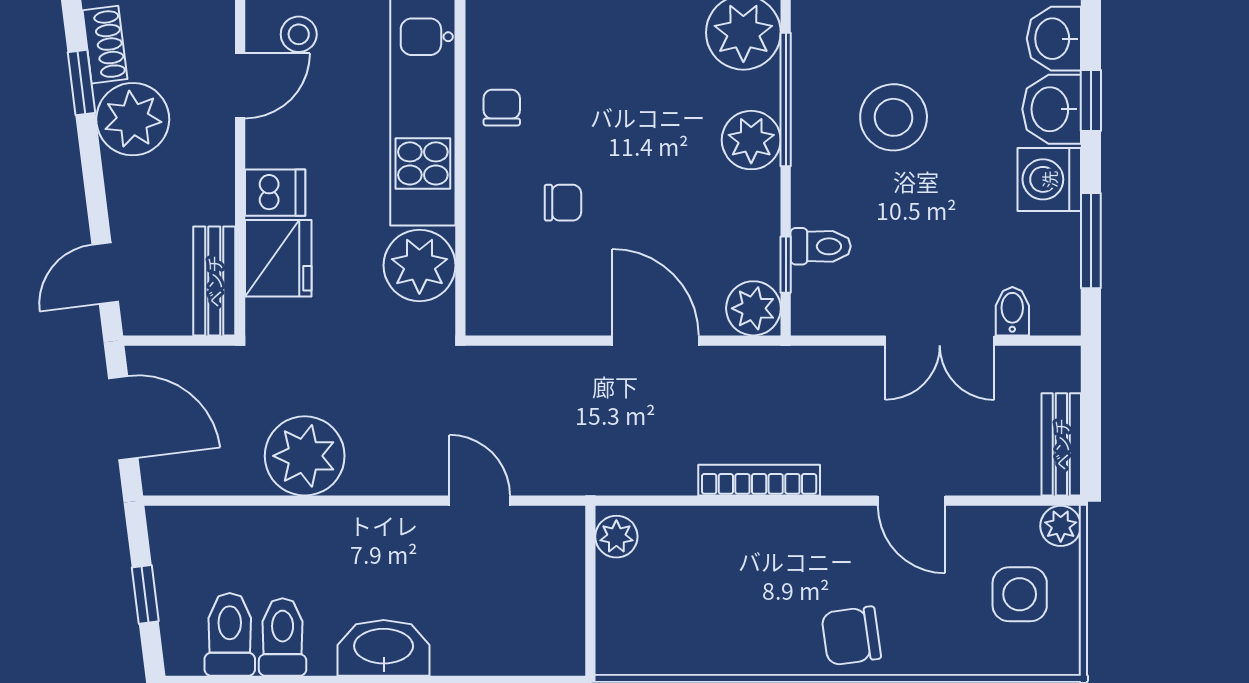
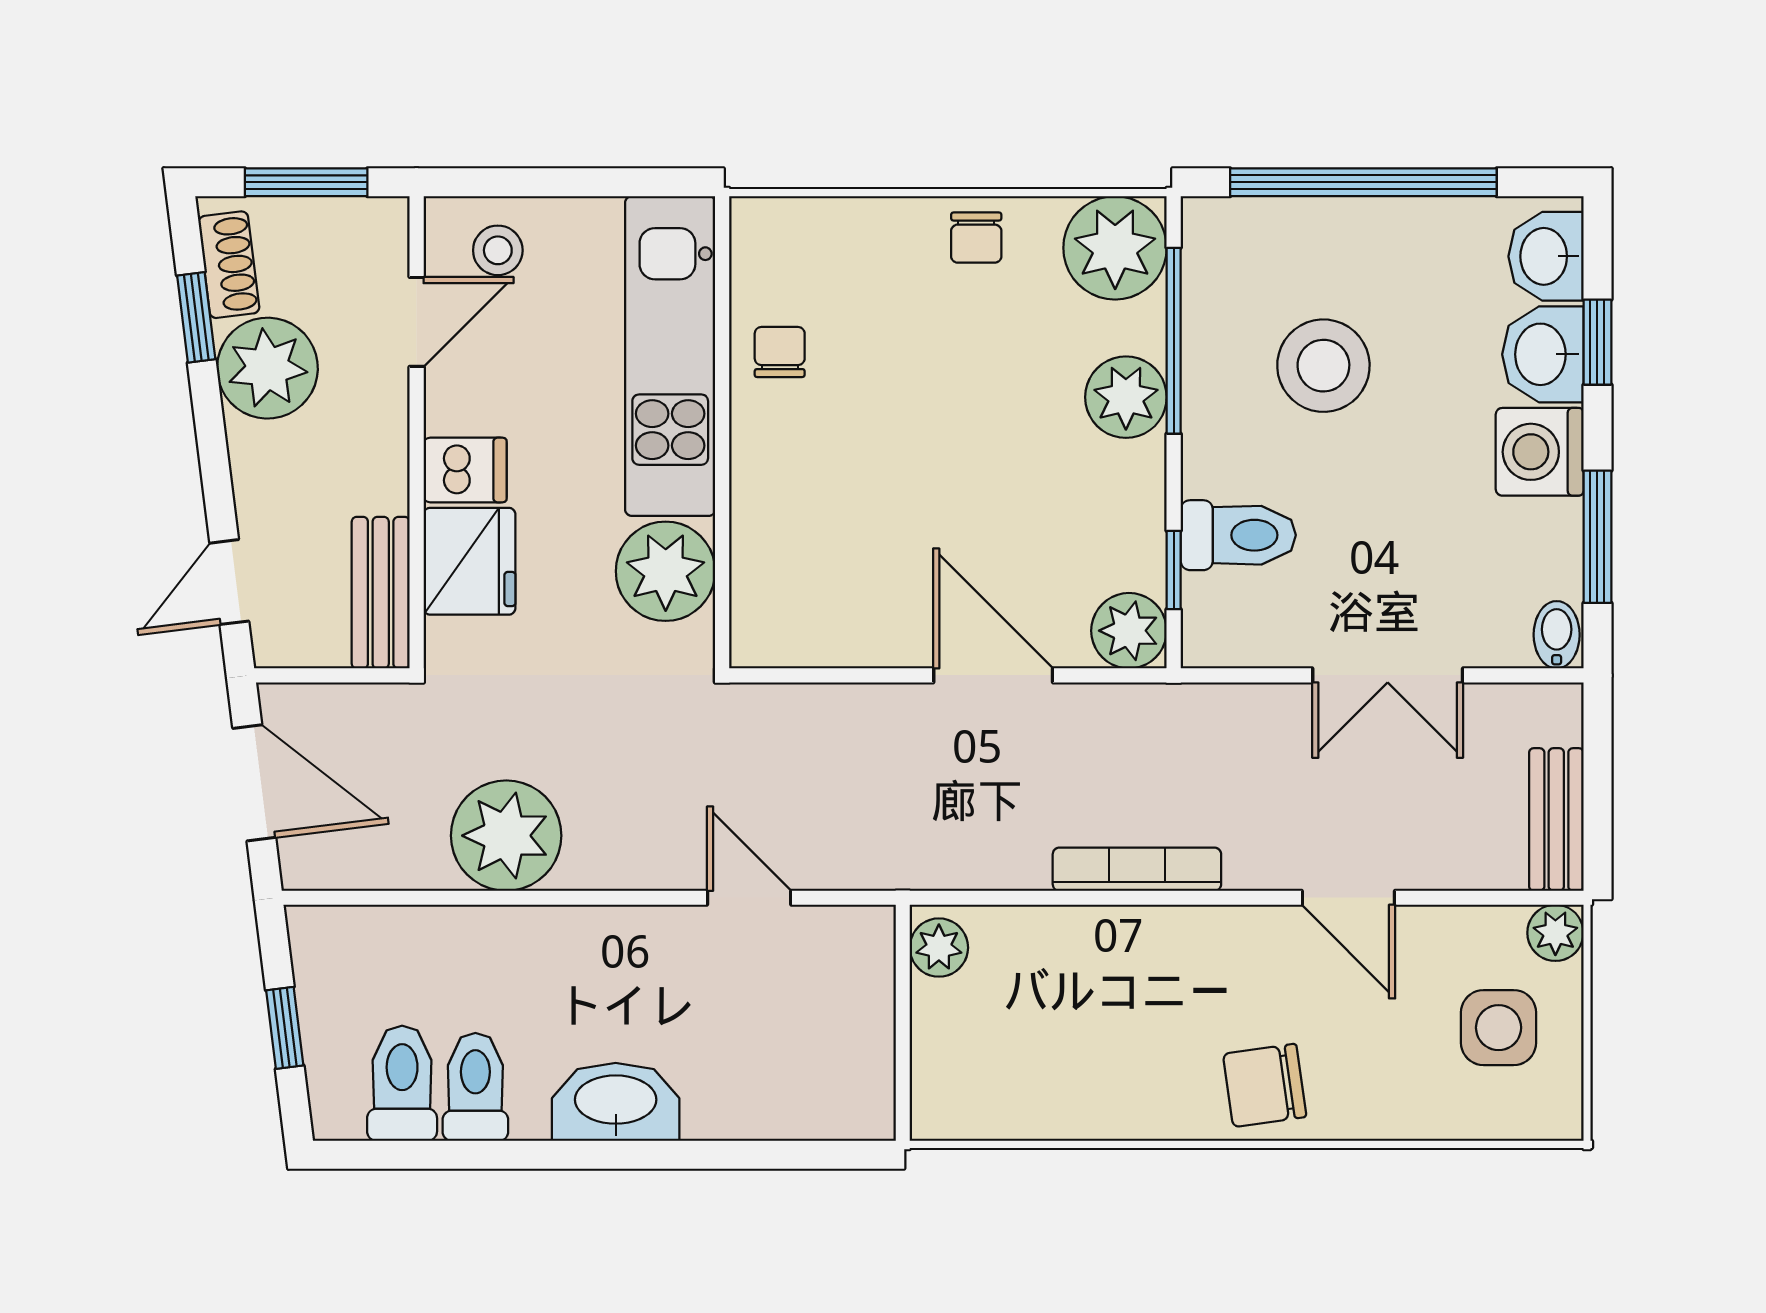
chair: (563, 203) -> (976, 238), moved, turned 90
toilet: (821, 246) -> (1238, 535), width x1.37, depth x1.39
bidet: (1012, 311) -> (1557, 635), moved

